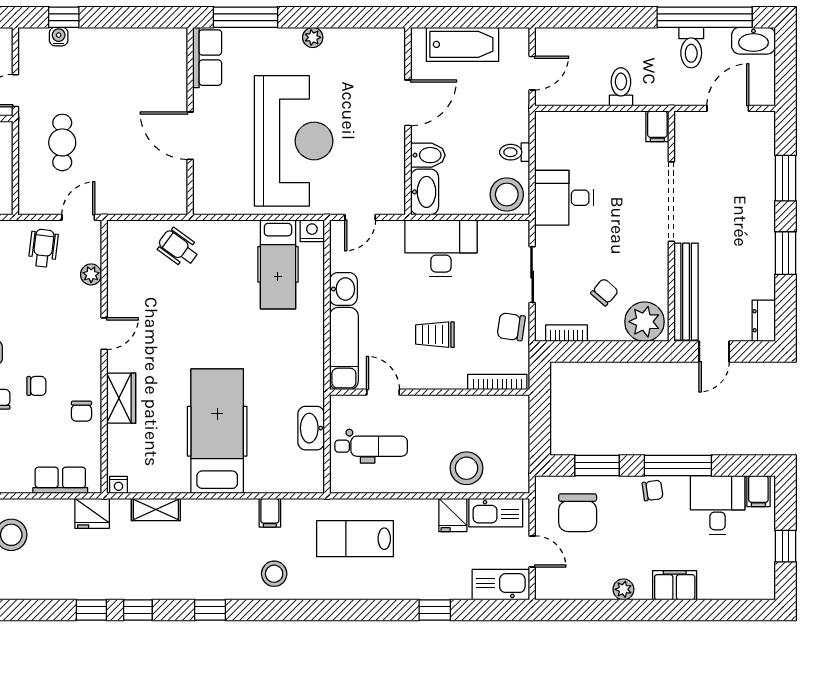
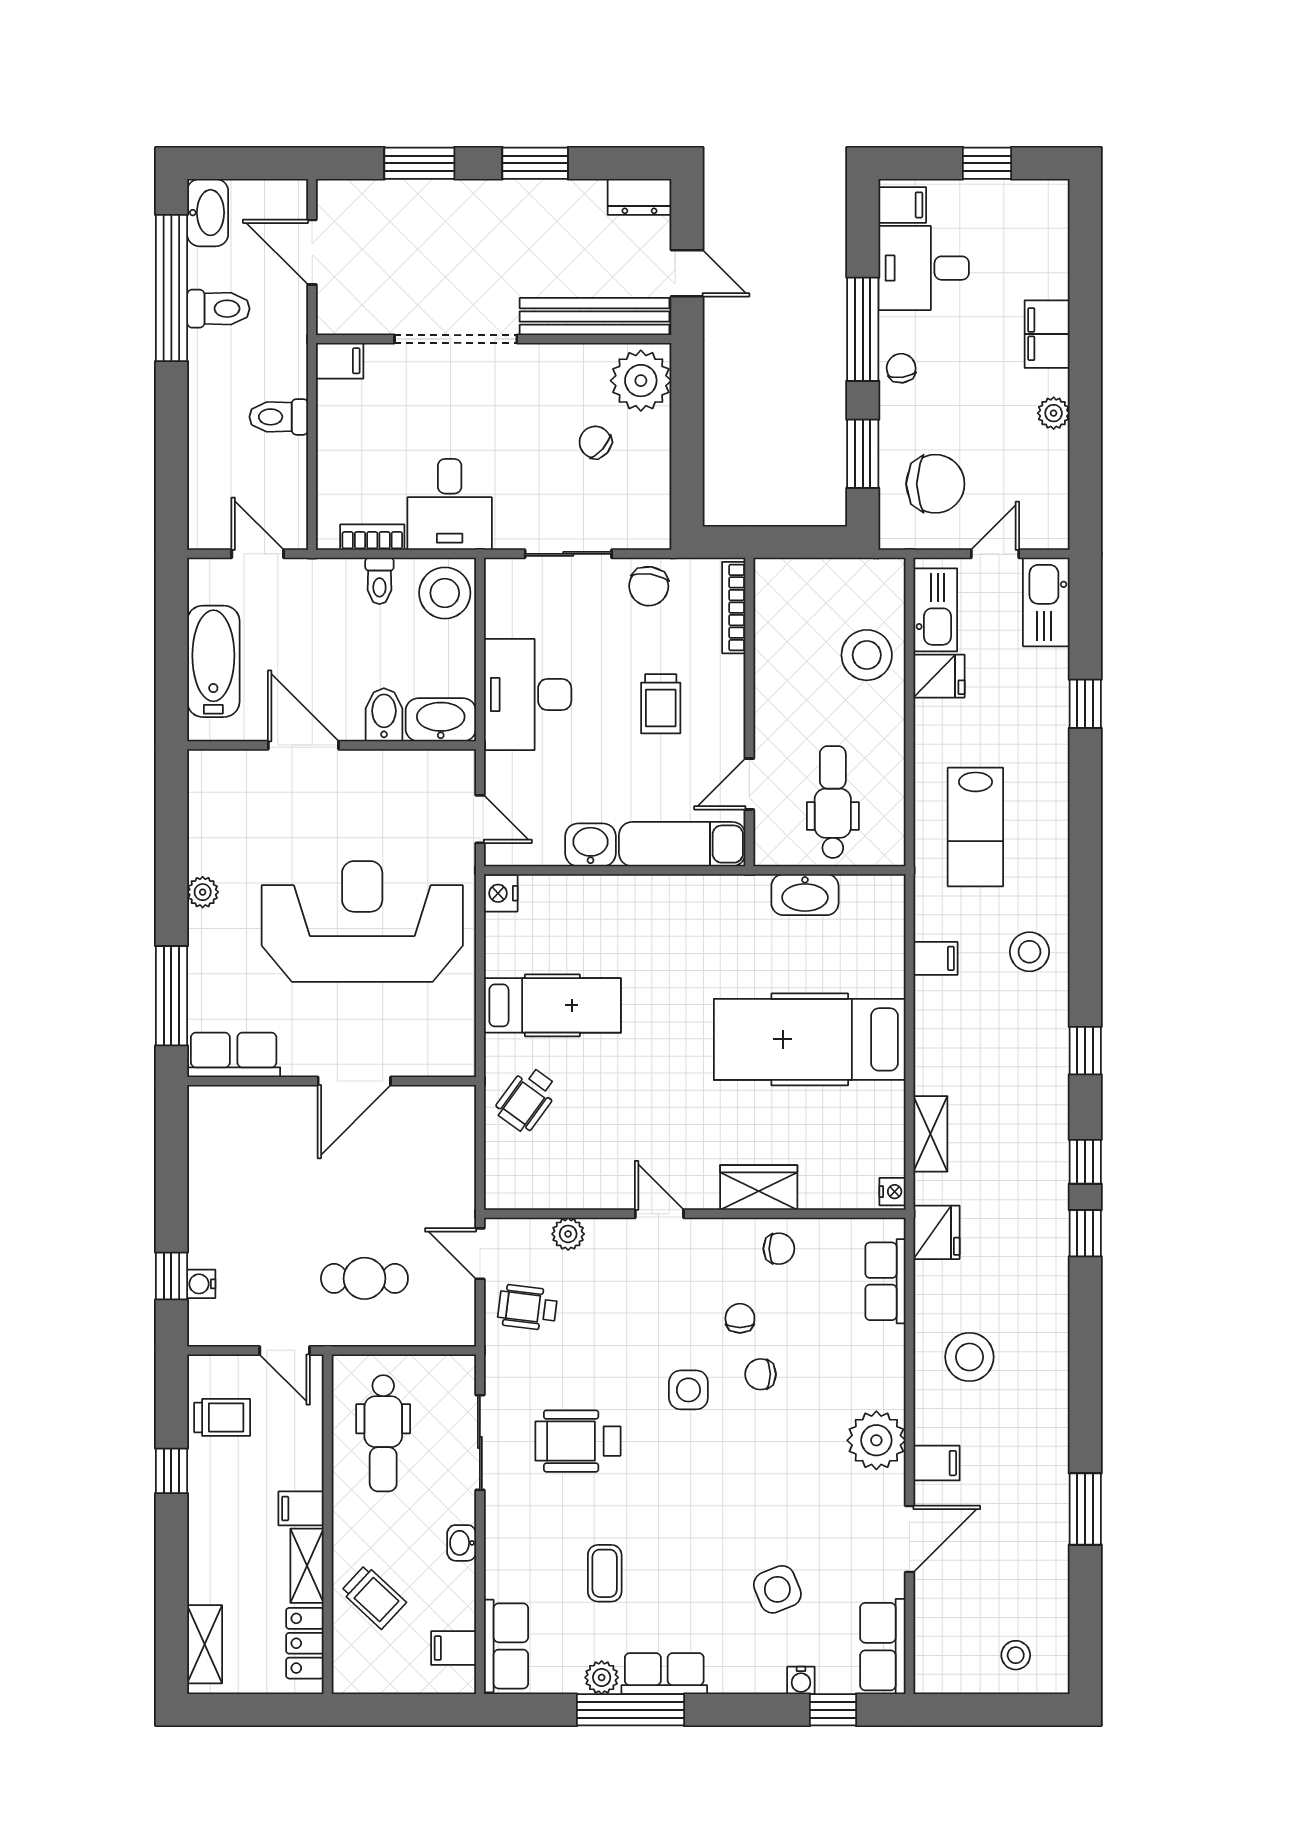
hospital bed: (278, 264) -> (552, 1005), moved
bookcase: (566, 333) -> (372, 537), moved, turned 90

